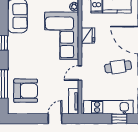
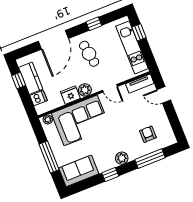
plant: (87, 50) -> (85, 90), added
plant: (14, 59) -> (122, 158), added
armchair: (26, 91) -> (148, 134), width x0.53, depth x0.53

